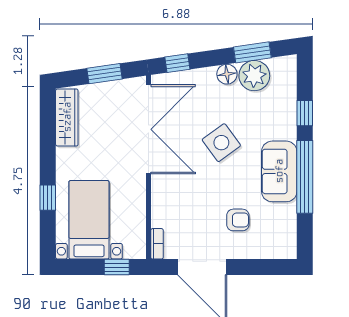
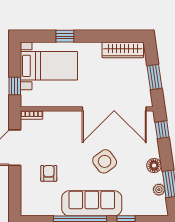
plant: (254, 76) -> (159, 190), width x0.53, depth x0.53
sofa: (279, 171) -> (92, 203), width x1.36
armchair: (238, 220) -> (49, 173), turned 180

